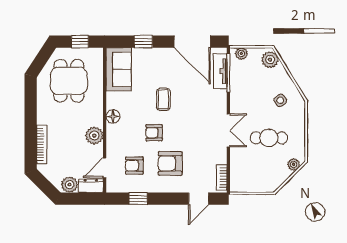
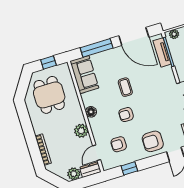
window: (143, 42) -> (97, 48), width x2.17
armchair: (170, 163) -> (153, 141), moved

